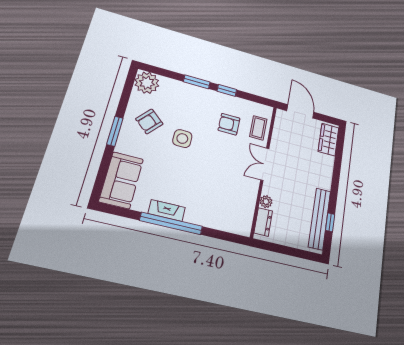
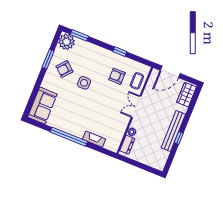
window: (197, 82) -> (79, 35), moved
door: (300, 111) -> (170, 72), swing flipped
window: (115, 131) -> (48, 59), moved
fireplace: (167, 210) -> (94, 139), moved
bench: (320, 219) -> (173, 131), moved
window: (330, 222) -> (179, 138), moved

